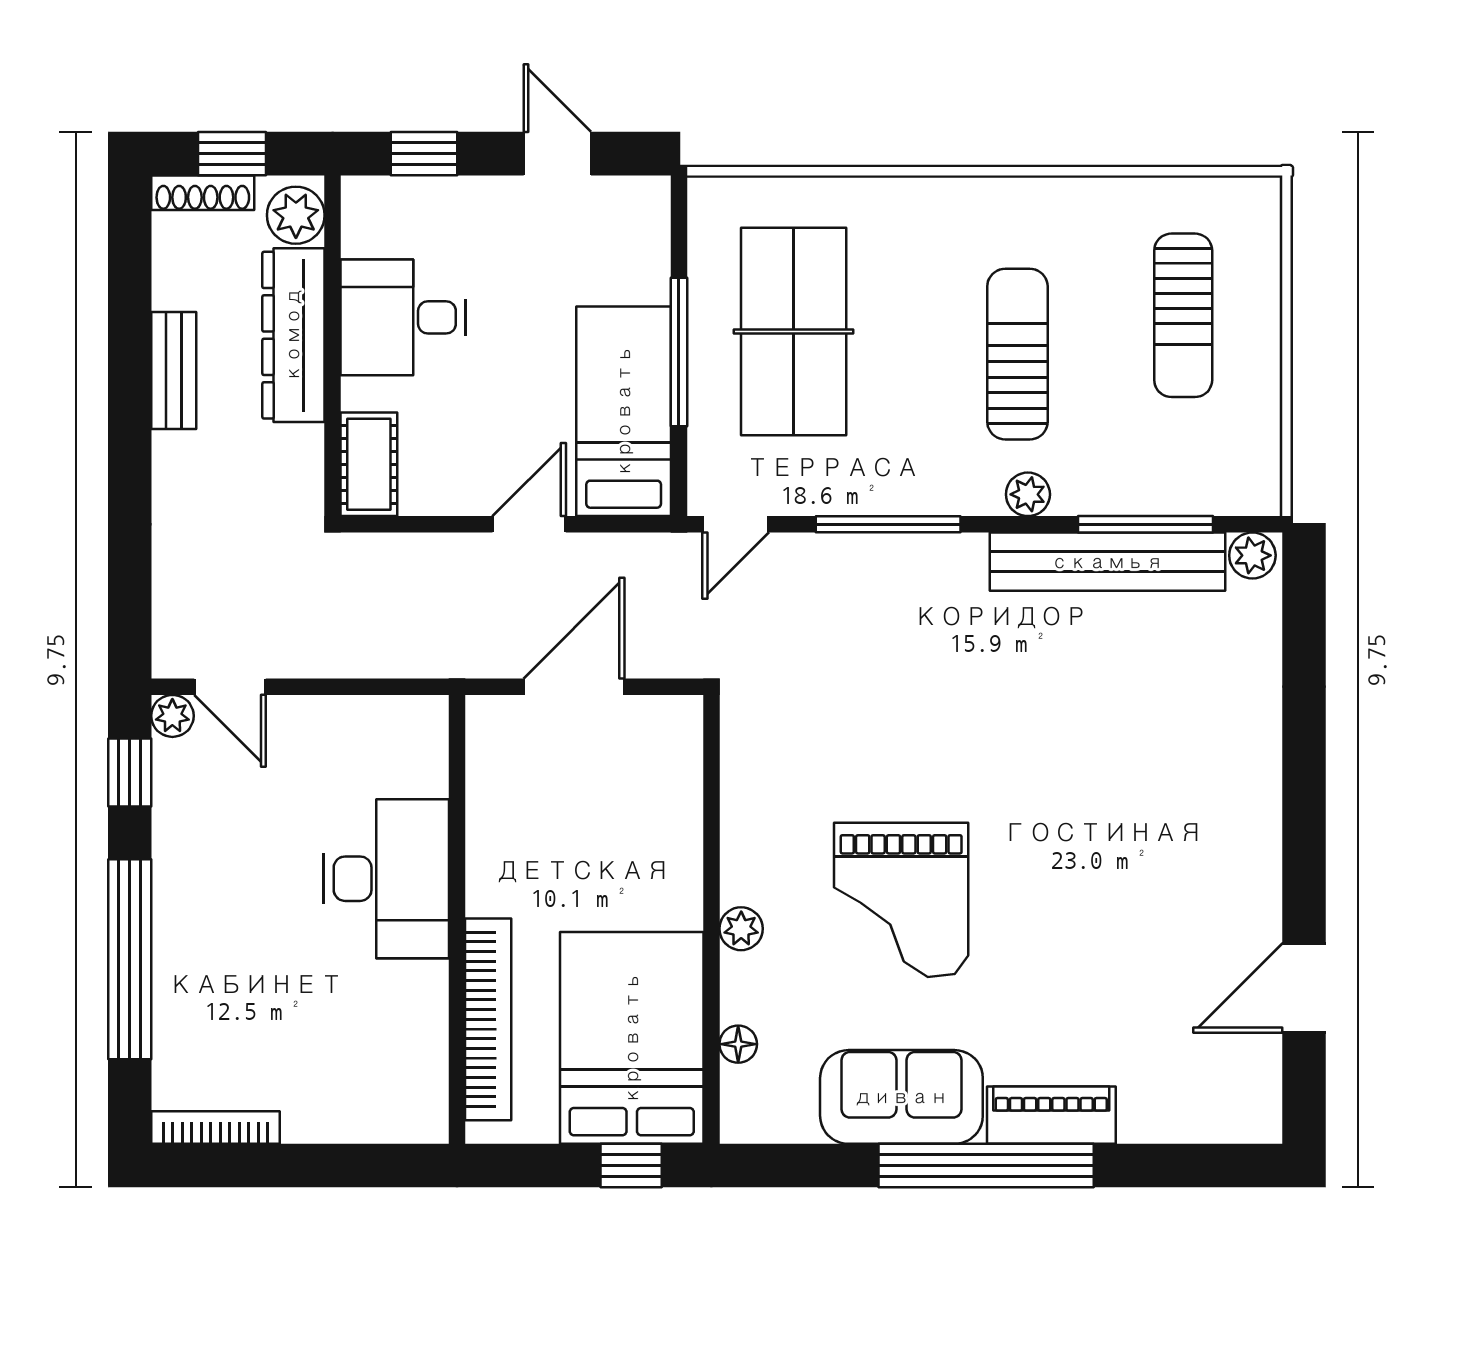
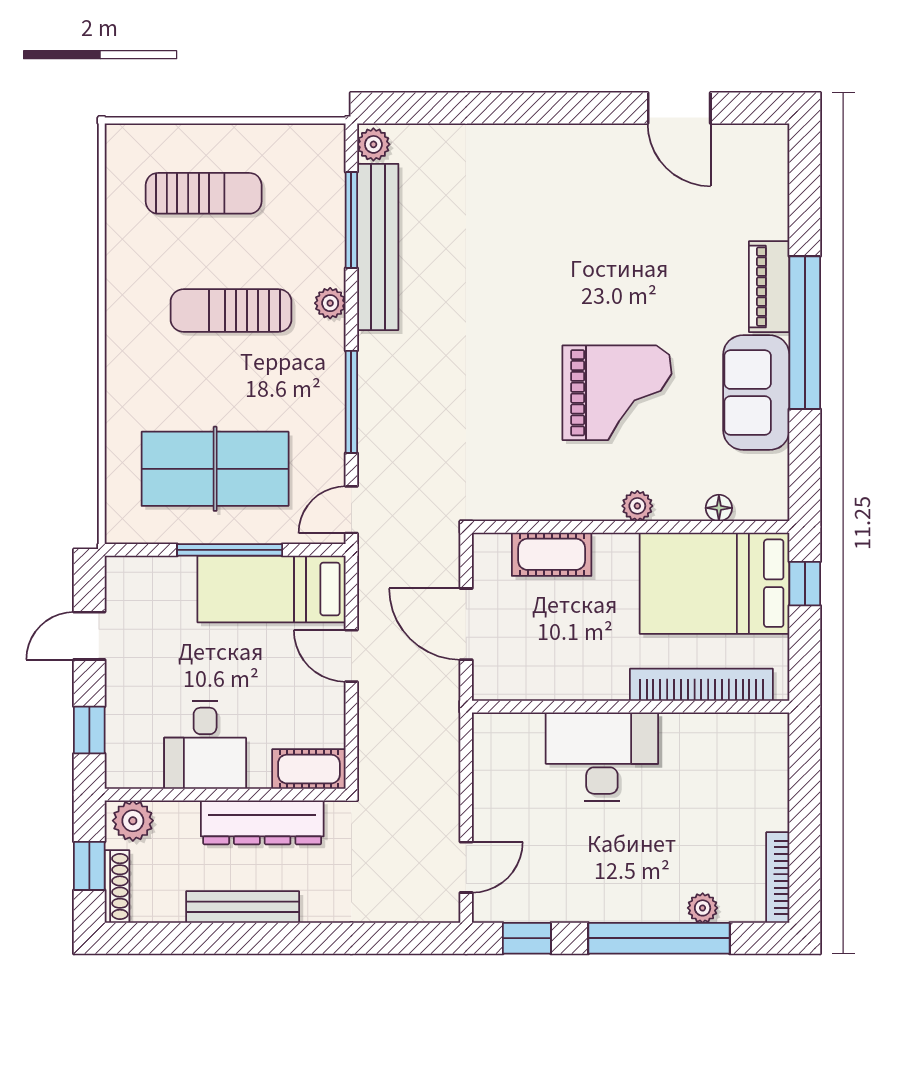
dresser: (293, 335) -> (262, 822), moved
bench: (174, 370) -> (243, 907), width x1.36
door: (736, 524) -> (351, 510), swing flipped
plant: (172, 716) -> (703, 908), moved
cot: (673, 808) -> (552, 554), added

